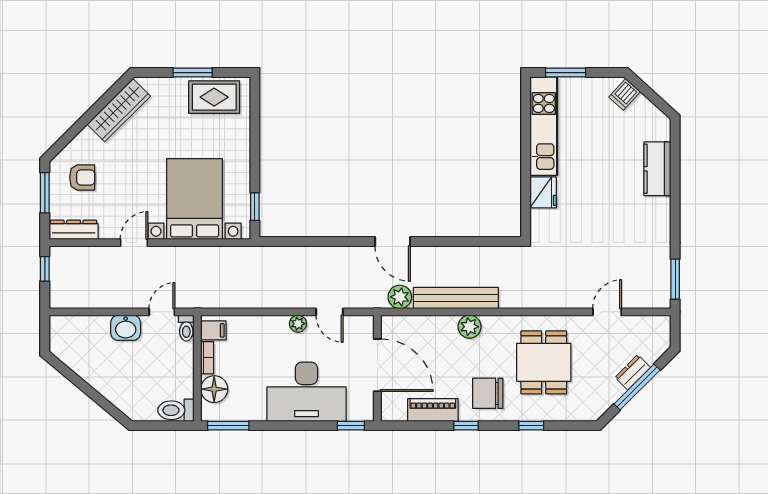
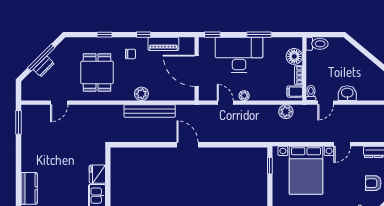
plant: (400, 297) -> (286, 112), moved
chair: (488, 393) -> (130, 54), width x0.54, depth x0.54
window: (228, 426) -> (259, 35), moved

